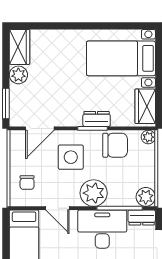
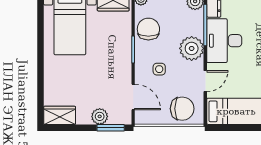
plant: (18, 75) -> (100, 116), moved
dresser: (97, 119) -> (125, 46), removed
side table: (71, 157) -> (159, 69), width x0.54, depth x0.54
chair: (27, 183) -> (182, 109), width x1.87, depth x1.87

